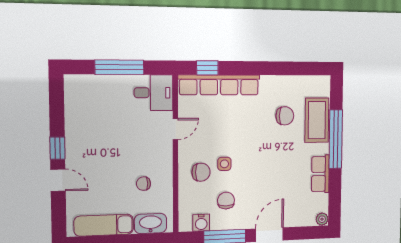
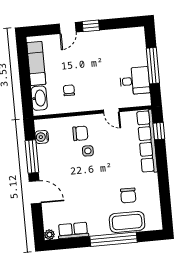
desk: (154, 93) -> (135, 81), moved, turned -90
chair: (201, 172) -> (80, 133), turned -90
row of seats: (320, 174) -> (73, 230), moved
chair: (226, 201) -> (60, 155), removed

